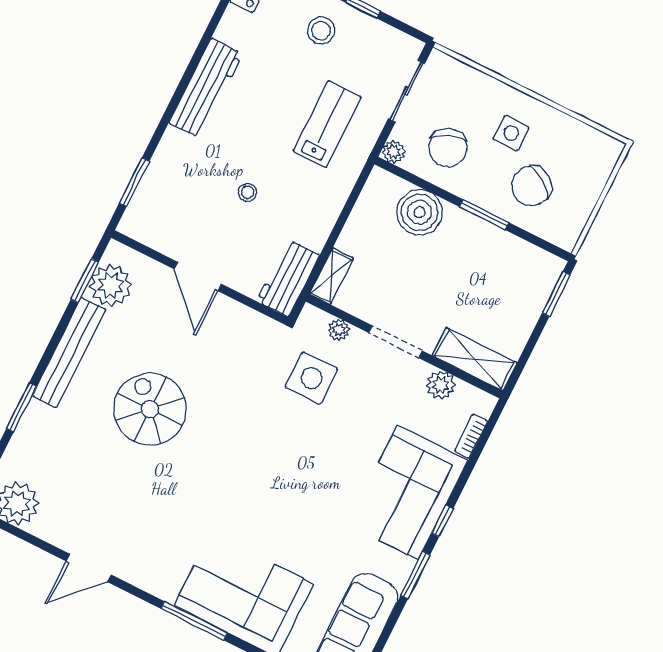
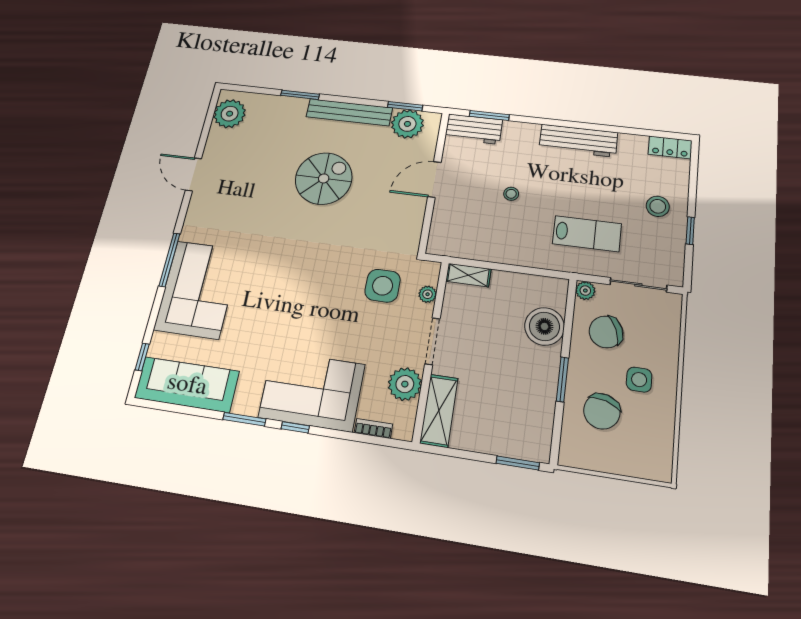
chair: (531, 186) -> (602, 411), turned -109
workbench: (288, 278) -> (474, 129), moved, turned 180
plant: (441, 385) -> (405, 384), width x1.36, depth x1.36

